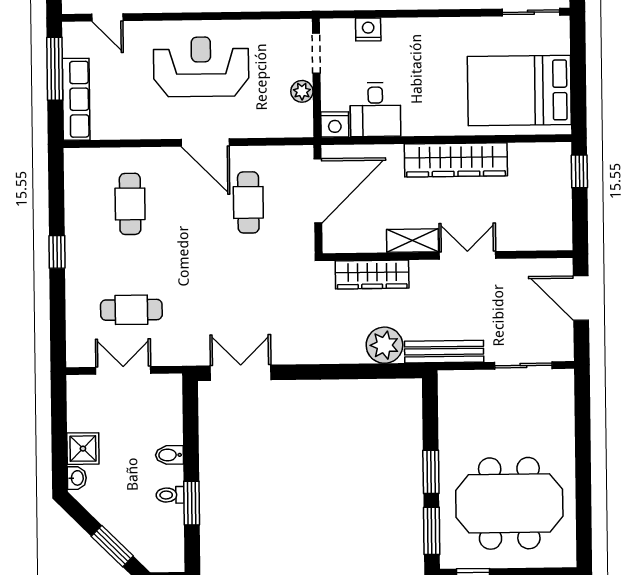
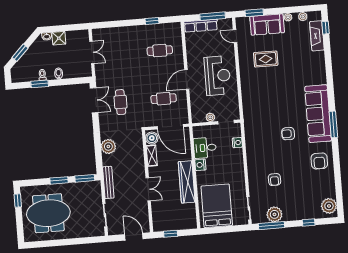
door: (107, 17) -> (235, 36), hinge flipped
nightstand: (335, 124) -> (200, 165), moved
window: (579, 171) -> (171, 234), moved
boiler: (343, 238) -> (152, 138), added
shelving: (413, 241) -> (152, 156), moved
window: (57, 252) -> (152, 21), moved
wardrobe: (372, 274) -> (138, 151), removed
door: (581, 298) -> (134, 237), hinge flipped
cafe table: (131, 310) -> (121, 102), moved
plant: (384, 345) -> (108, 146), moved
meeting table: (509, 503) -> (48, 213), turned 90
window: (432, 531) -> (85, 178), moved

